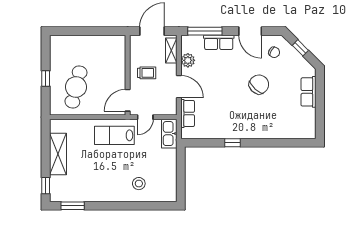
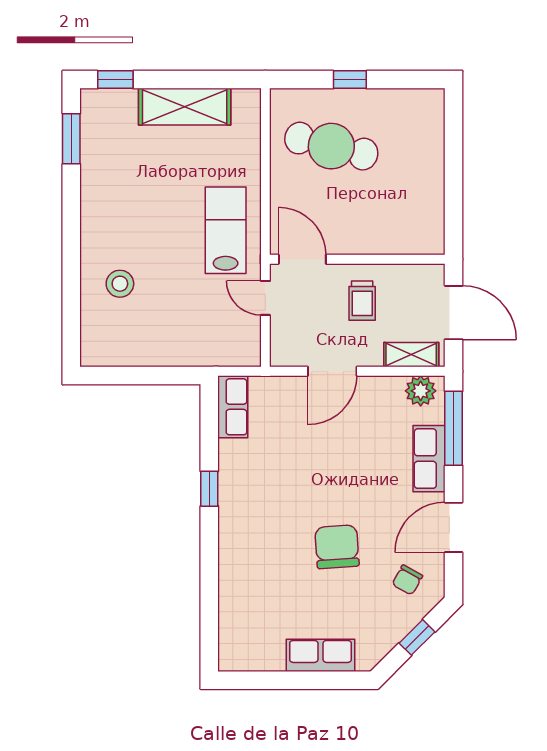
plant: (188, 60) -> (421, 391), moved
chair: (259, 84) -> (337, 547), turned -137
row of seats: (188, 114) -> (233, 407), moved, turned -90
kitchen sink: (169, 134) -> (229, 350), removed

